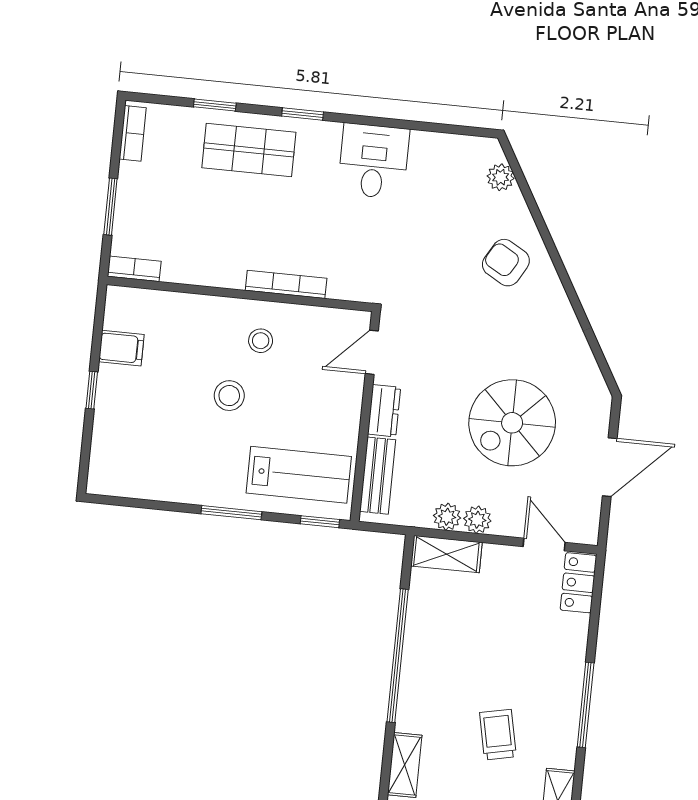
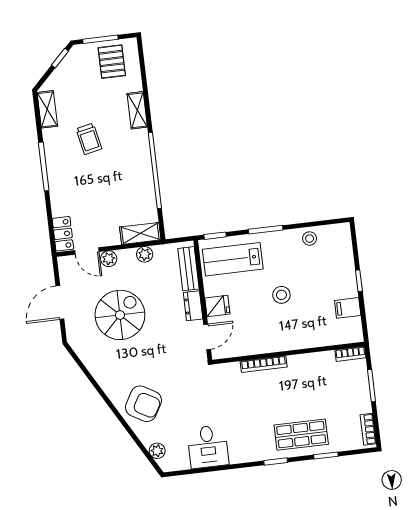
desk: (374, 161) -> (208, 447), moved
armchair: (506, 263) -> (143, 404), width x1.38, depth x1.38
stool: (261, 341) -> (310, 239), moved
fridge: (343, 401) -> (217, 306), added
plant: (477, 520) -> (109, 259), moved

